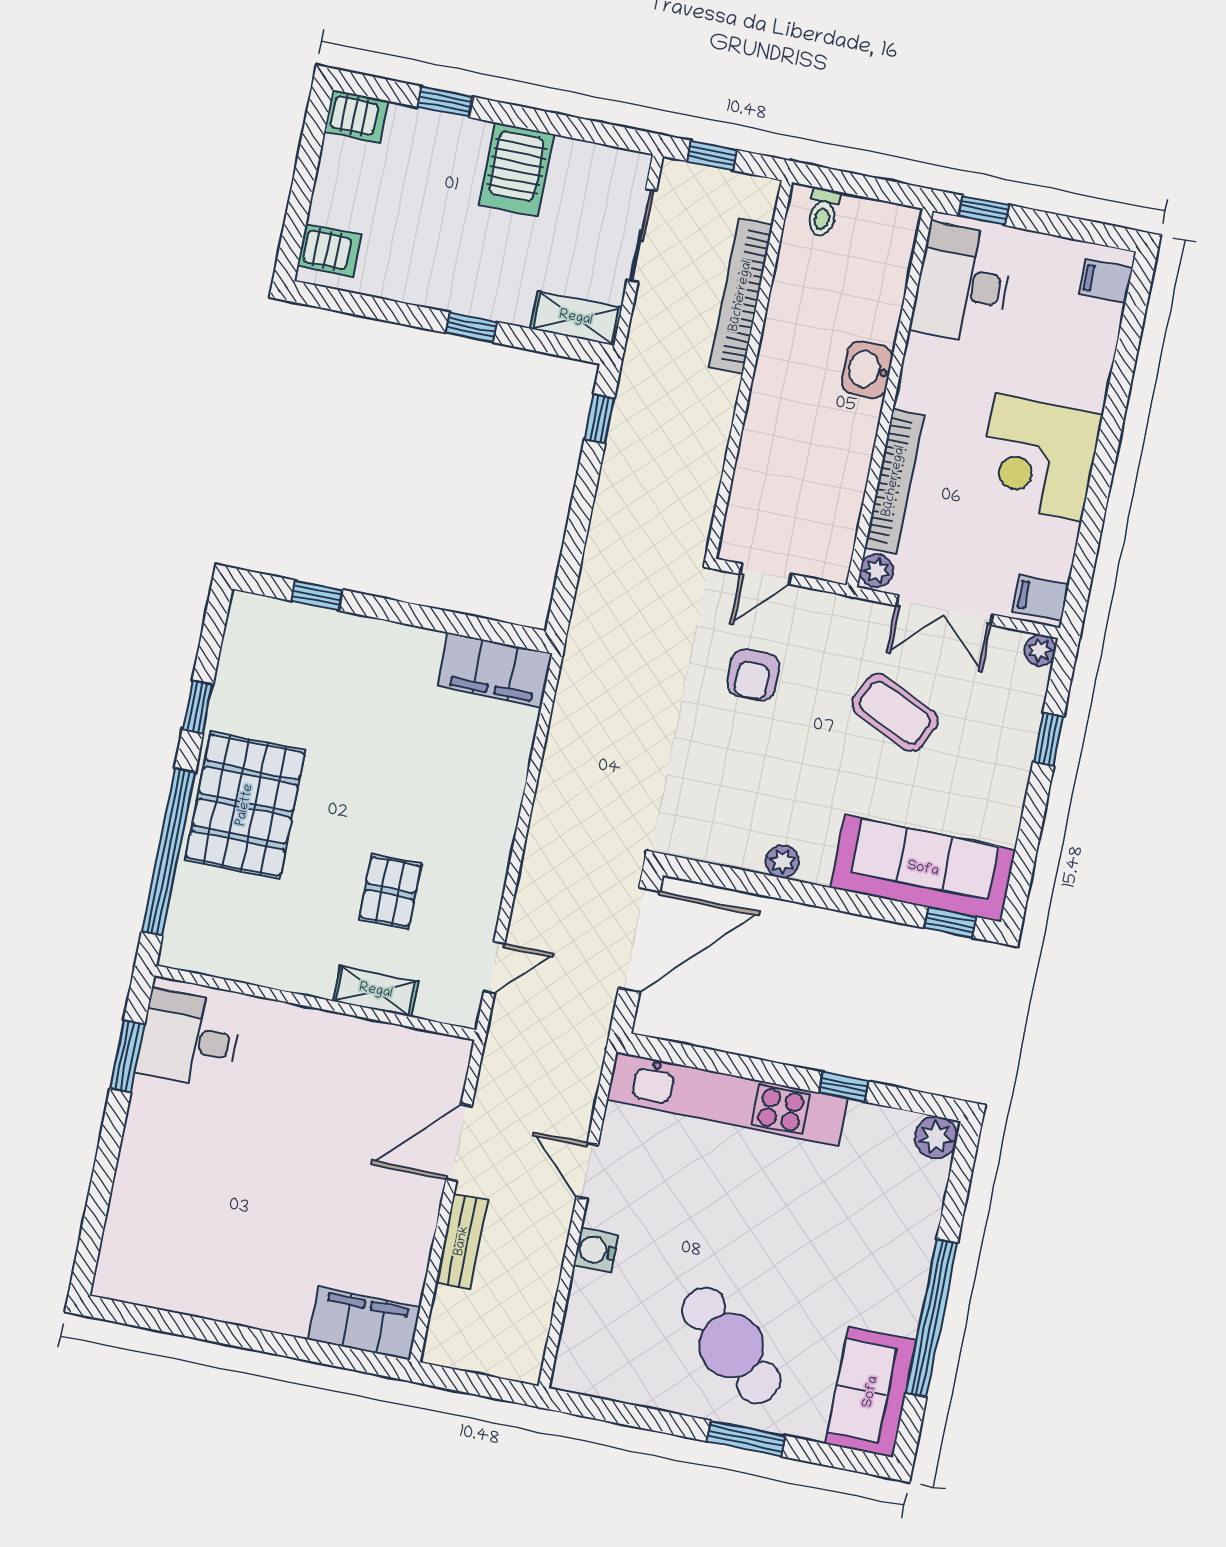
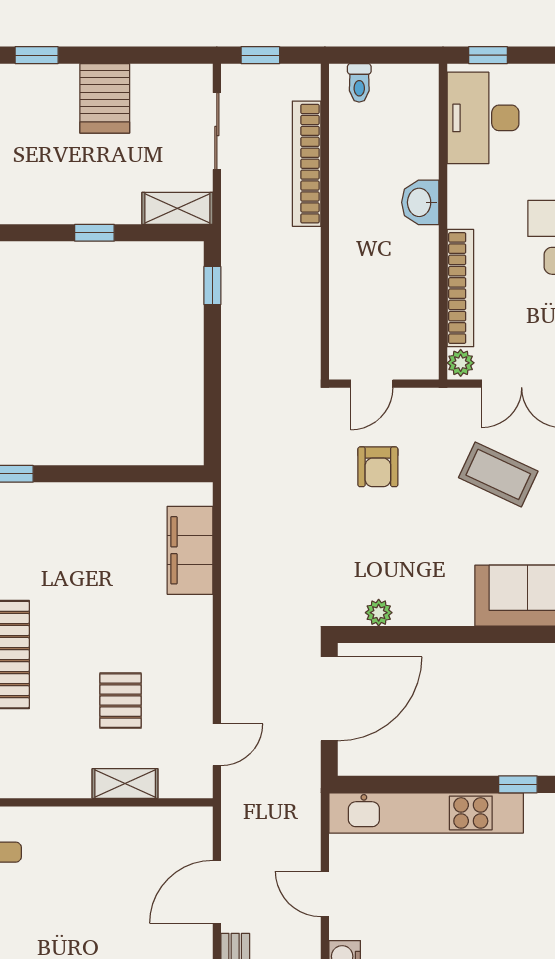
filing cabinet: (495, 670) -> (190, 550), moved, turned 90
plant: (782, 861) -> (379, 613), moved

